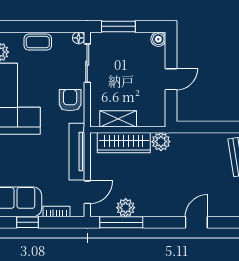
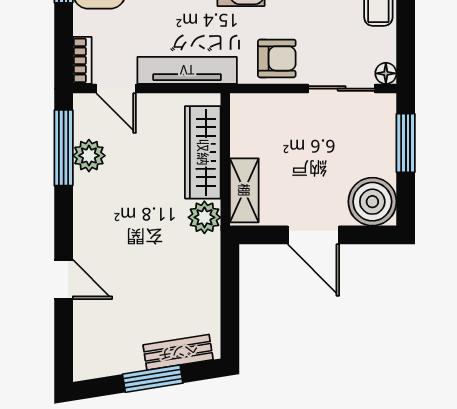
boiler: (158, 39) -> (372, 202), width x1.86, depth x1.86
door: (171, 79) -> (313, 235), width x1.38
shelving: (118, 119) -> (244, 190), moved
bookcase: (56, 212) -> (82, 60), moved

